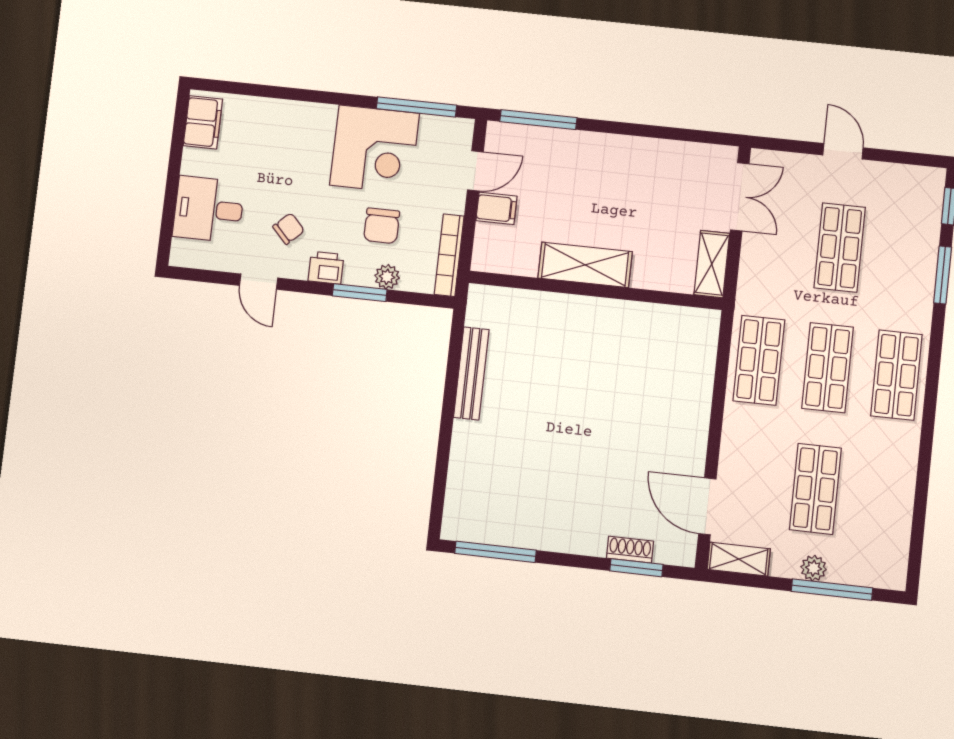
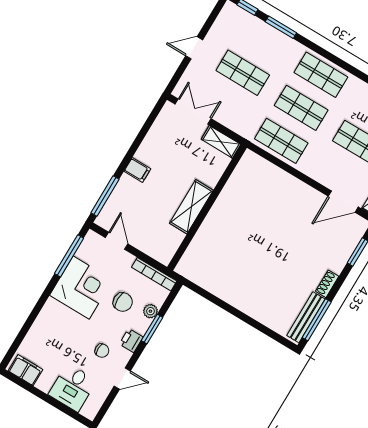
filing cabinet: (496, 208) -> (137, 170), moved, turned 90
chair: (289, 229) -> (102, 351), turned 133
bench: (471, 373) -> (306, 317), moved, turned 90
shoe rack: (630, 550) -> (327, 284), moved

